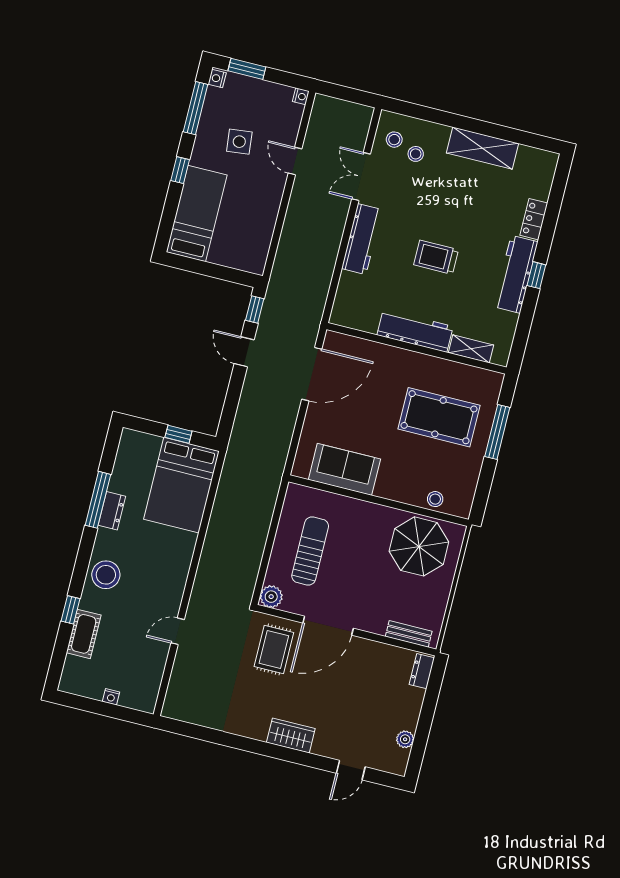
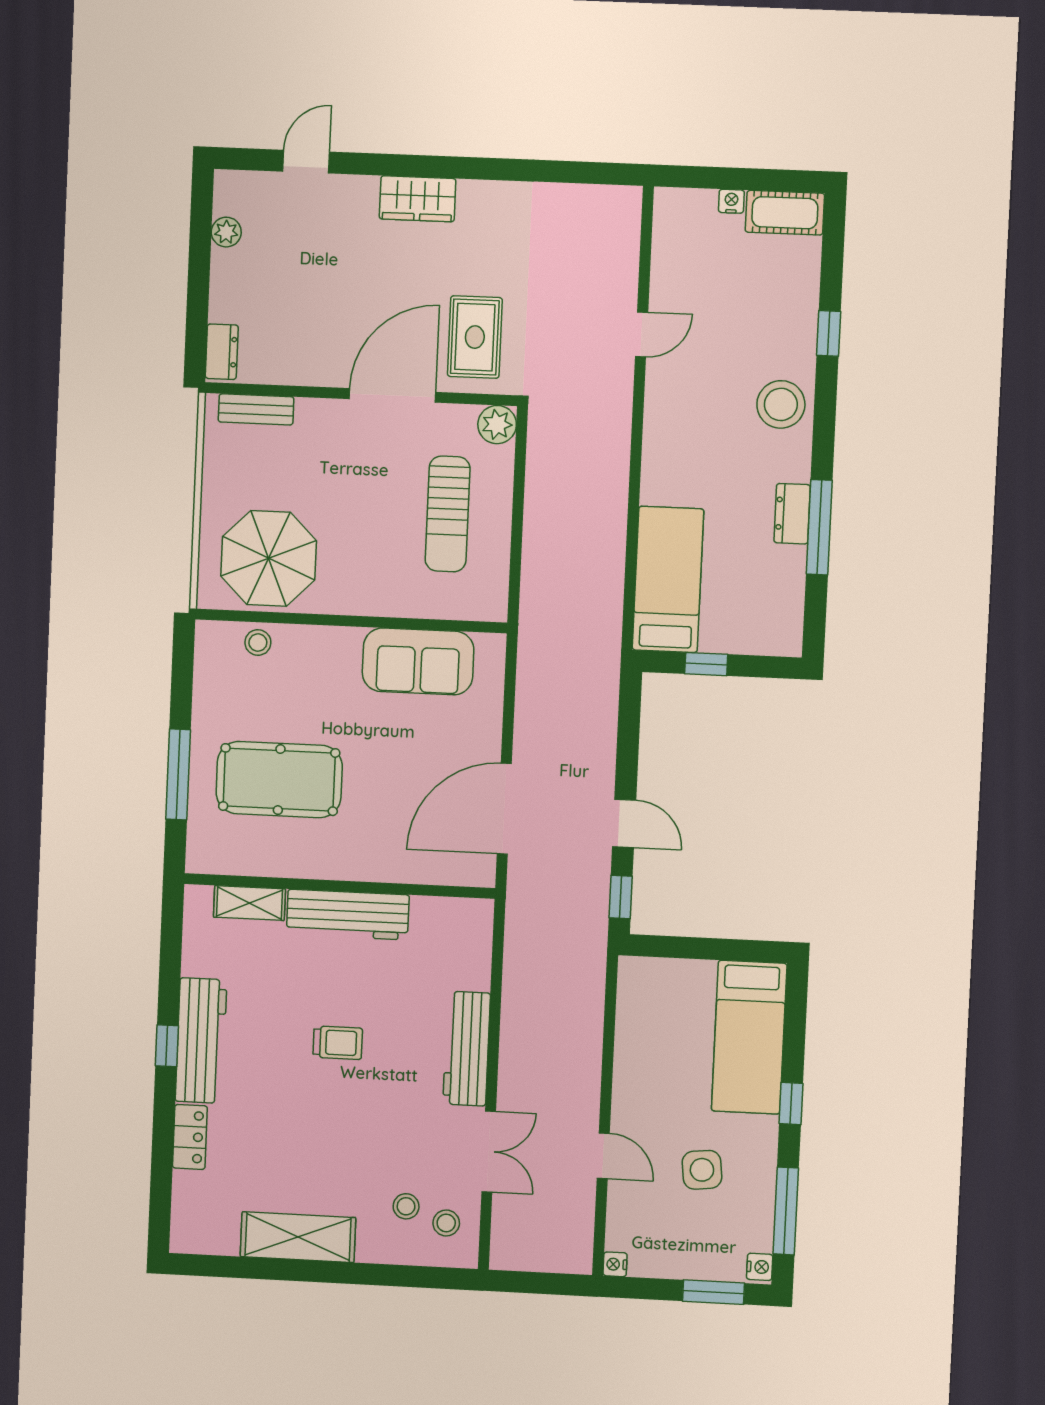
trolley: (436, 257) -> (338, 1043), width x0.73, depth x0.72
bed: (181, 485) -> (668, 579), width x0.67
cot: (84, 634) -> (785, 213), moved, turned 90

